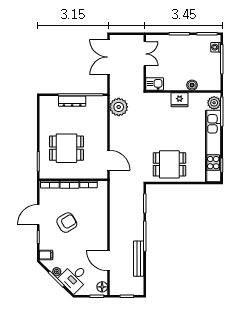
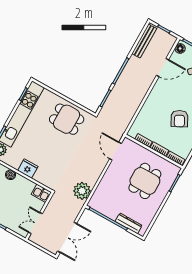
dresser: (72, 101) -> (129, 223), moved
dining table: (66, 148) -> (145, 181), turned 90
armchair: (67, 223) -> (179, 119), turned -87
bench: (139, 259) -> (144, 41), moved
door: (108, 261) -> (162, 67), hinge flipped

